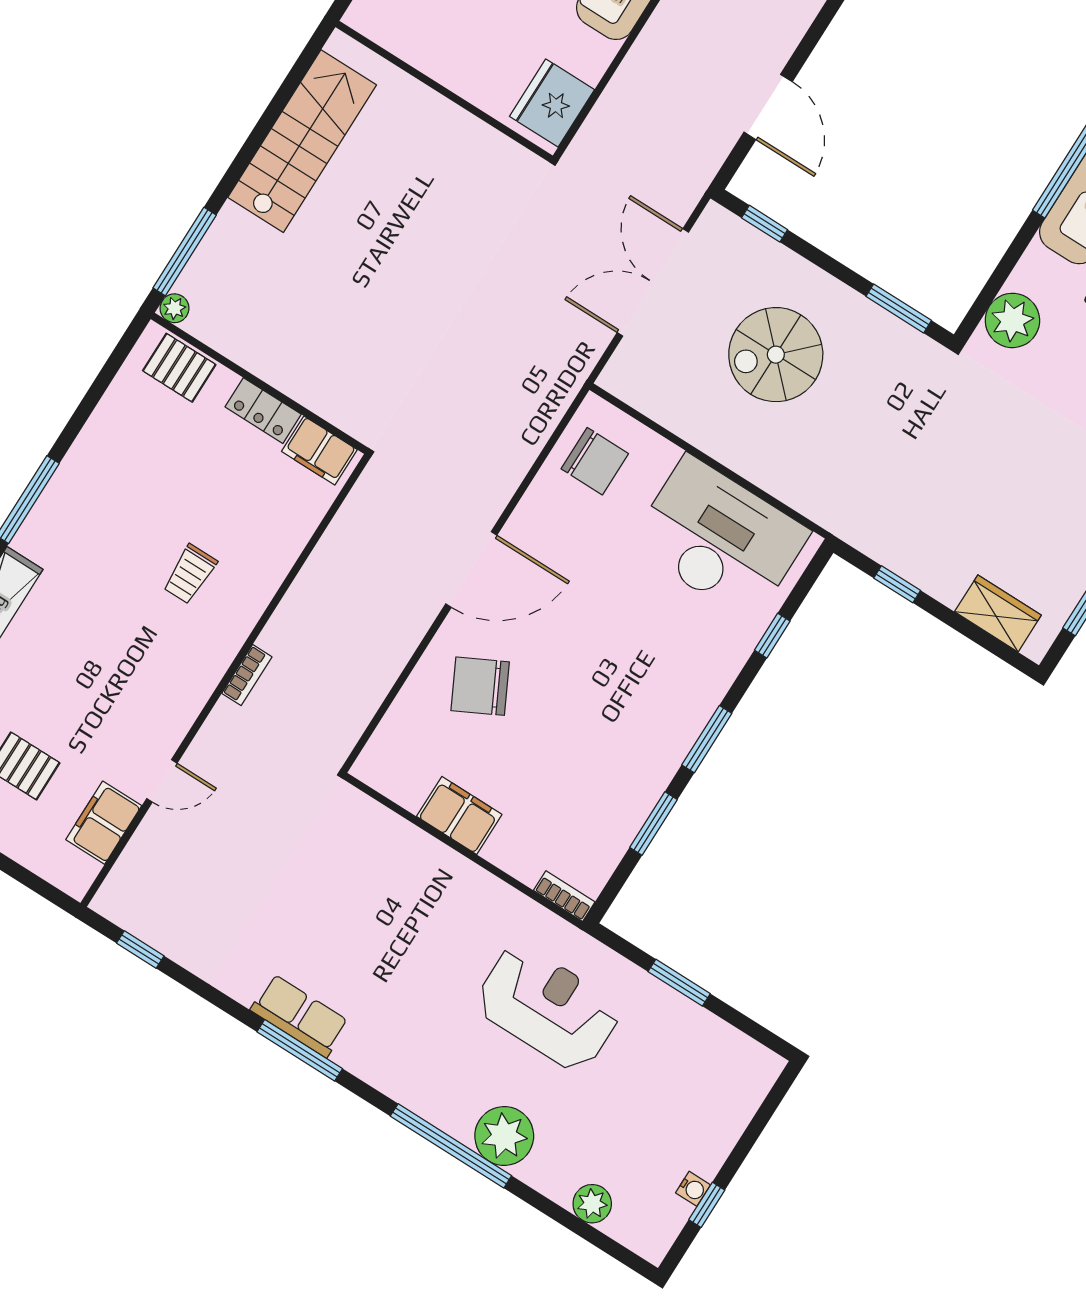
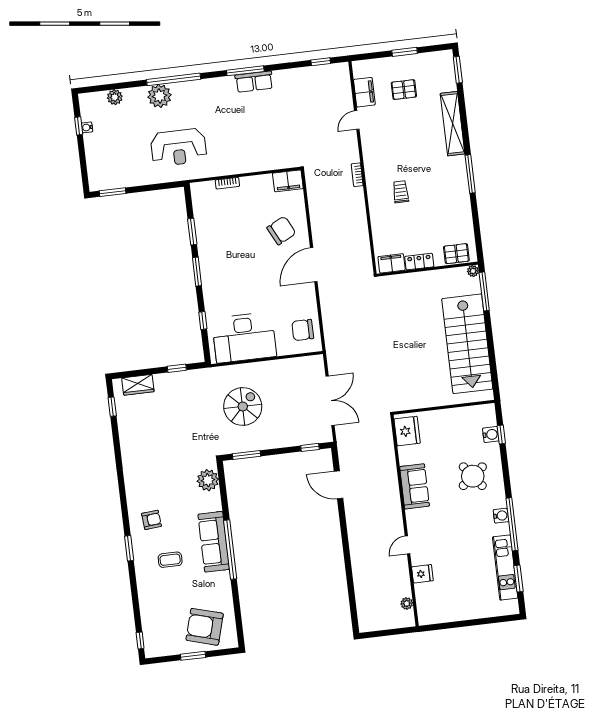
stairs: (302, 141) -> (467, 344), width x1.36, depth x1.51
spiral stairs: (776, 355) -> (243, 406), moved
filing cabinet: (459, 815) -> (288, 181), moved
bookcase: (564, 896) -> (227, 183), moved
window: (679, 983) -> (113, 192), moved

